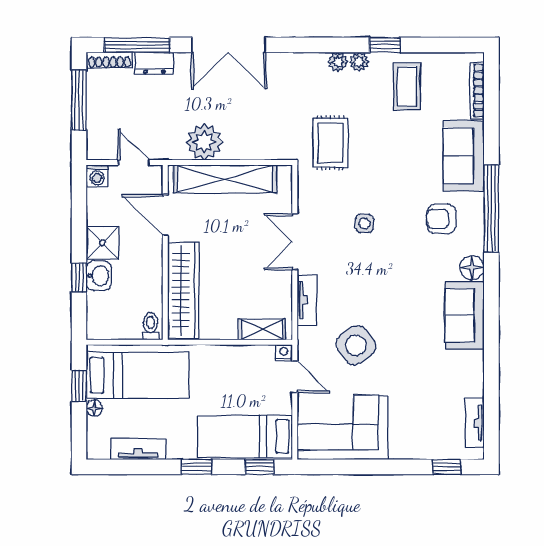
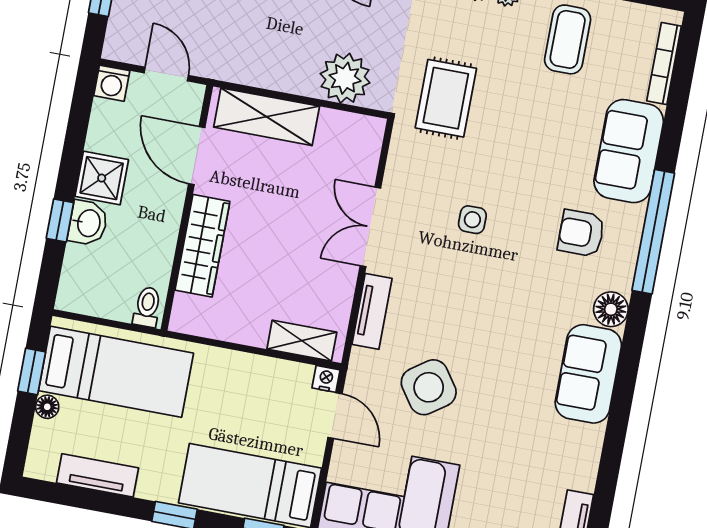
plant: (204, 142) -> (345, 78), moved
shelving: (225, 179) -> (267, 117), width x0.68
wardrobe: (183, 290) -> (202, 246), width x0.71, depth x0.85

